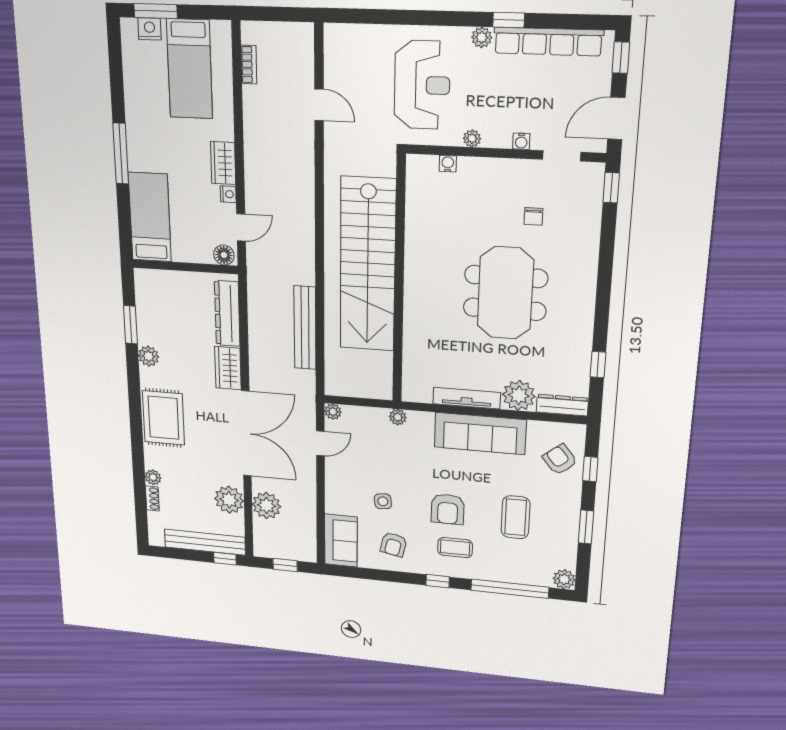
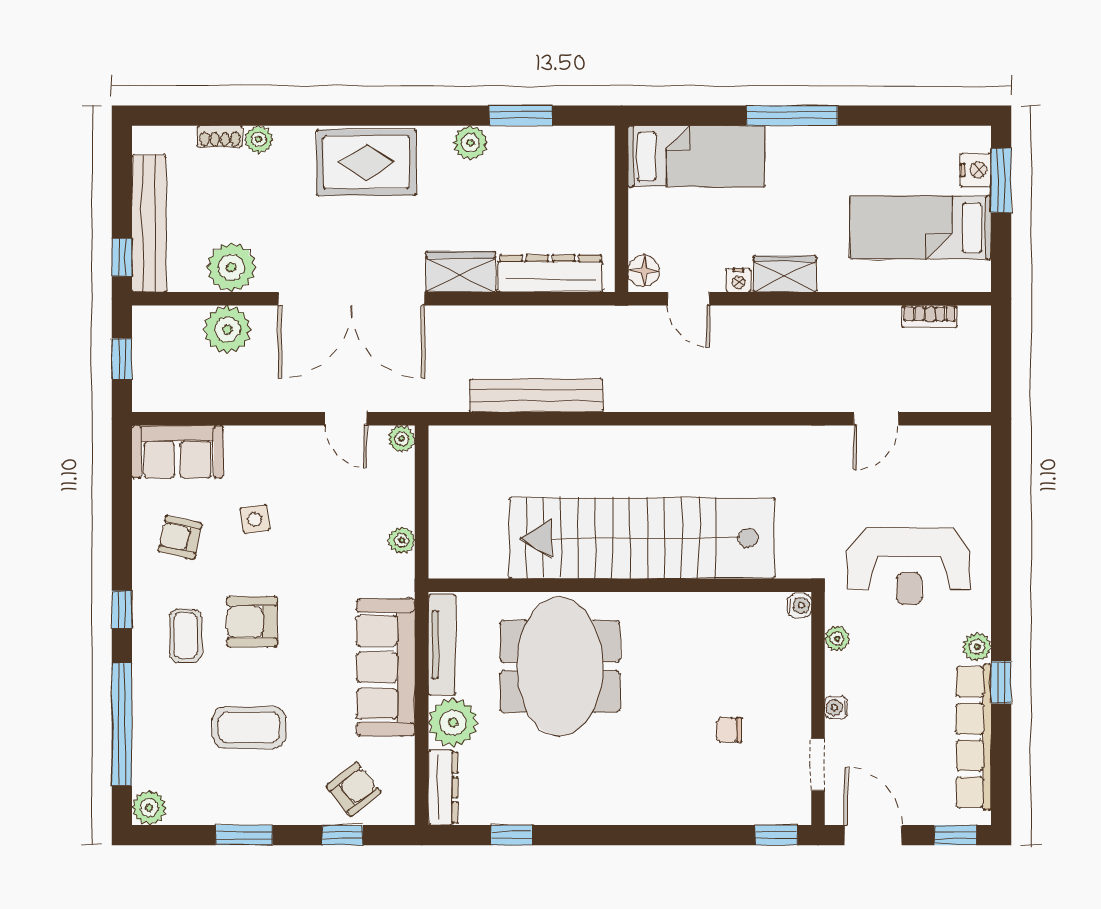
stairs: (368, 265) -> (642, 538), moved
wall: (399, 281) -> (620, 585), moved
meeting table: (505, 293) -> (560, 666), moved, turned 90

